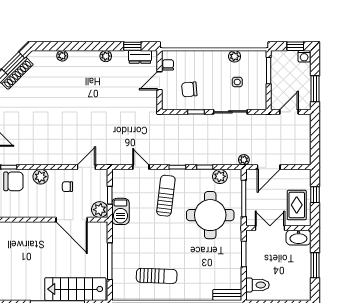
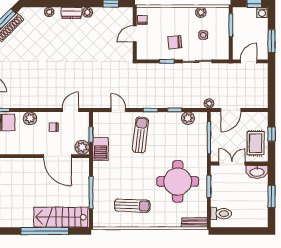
dresser: (140, 57) -> (71, 13), moved
chair: (189, 89) -> (175, 42), moved
round table: (210, 215) -> (178, 181), moved

